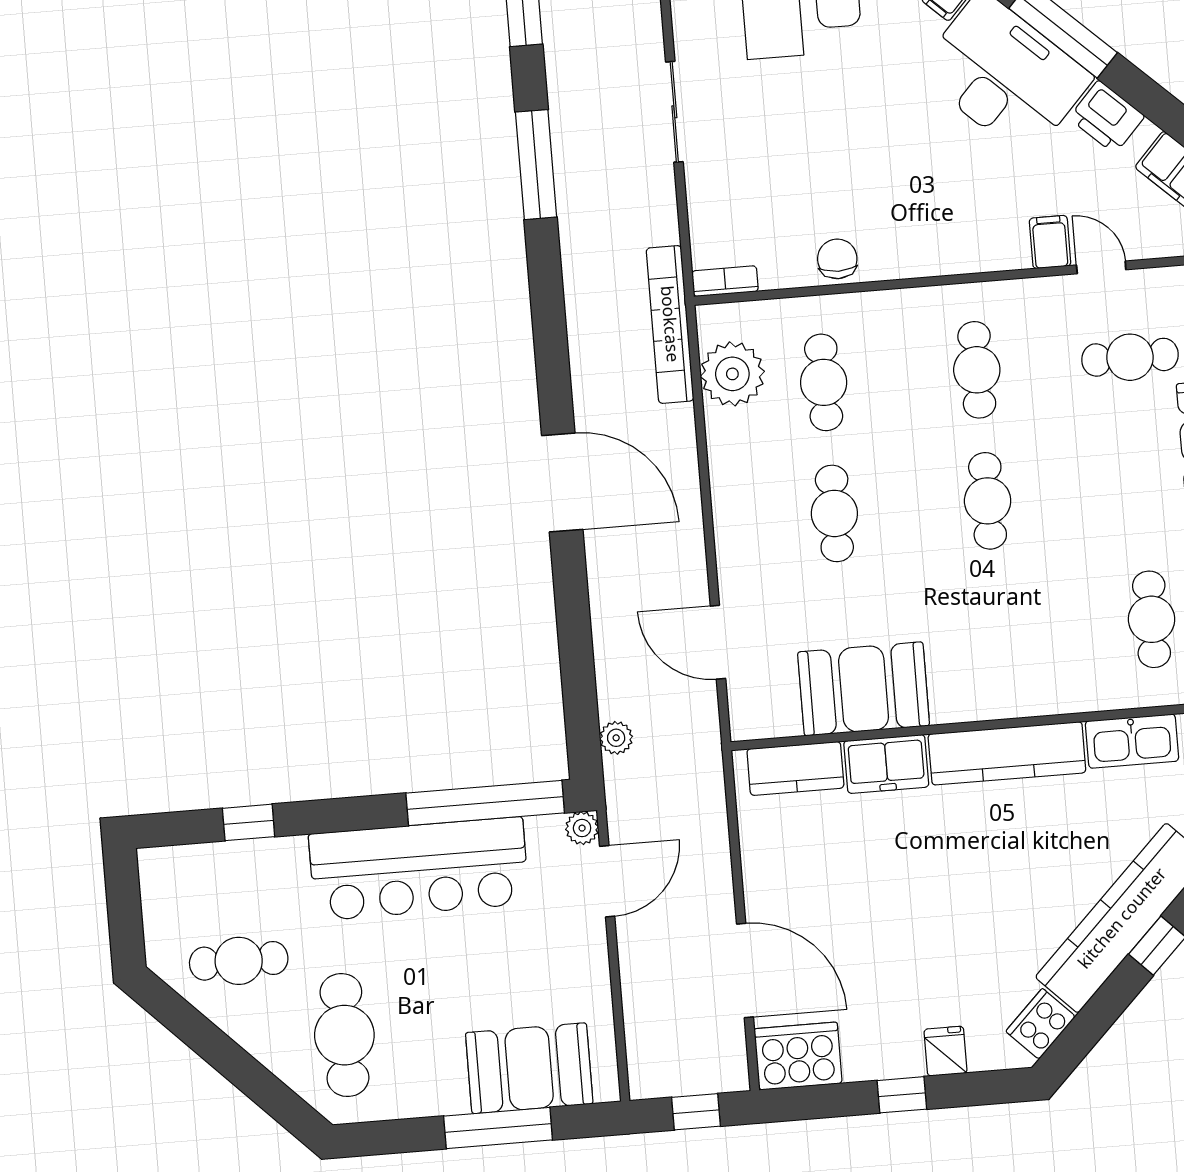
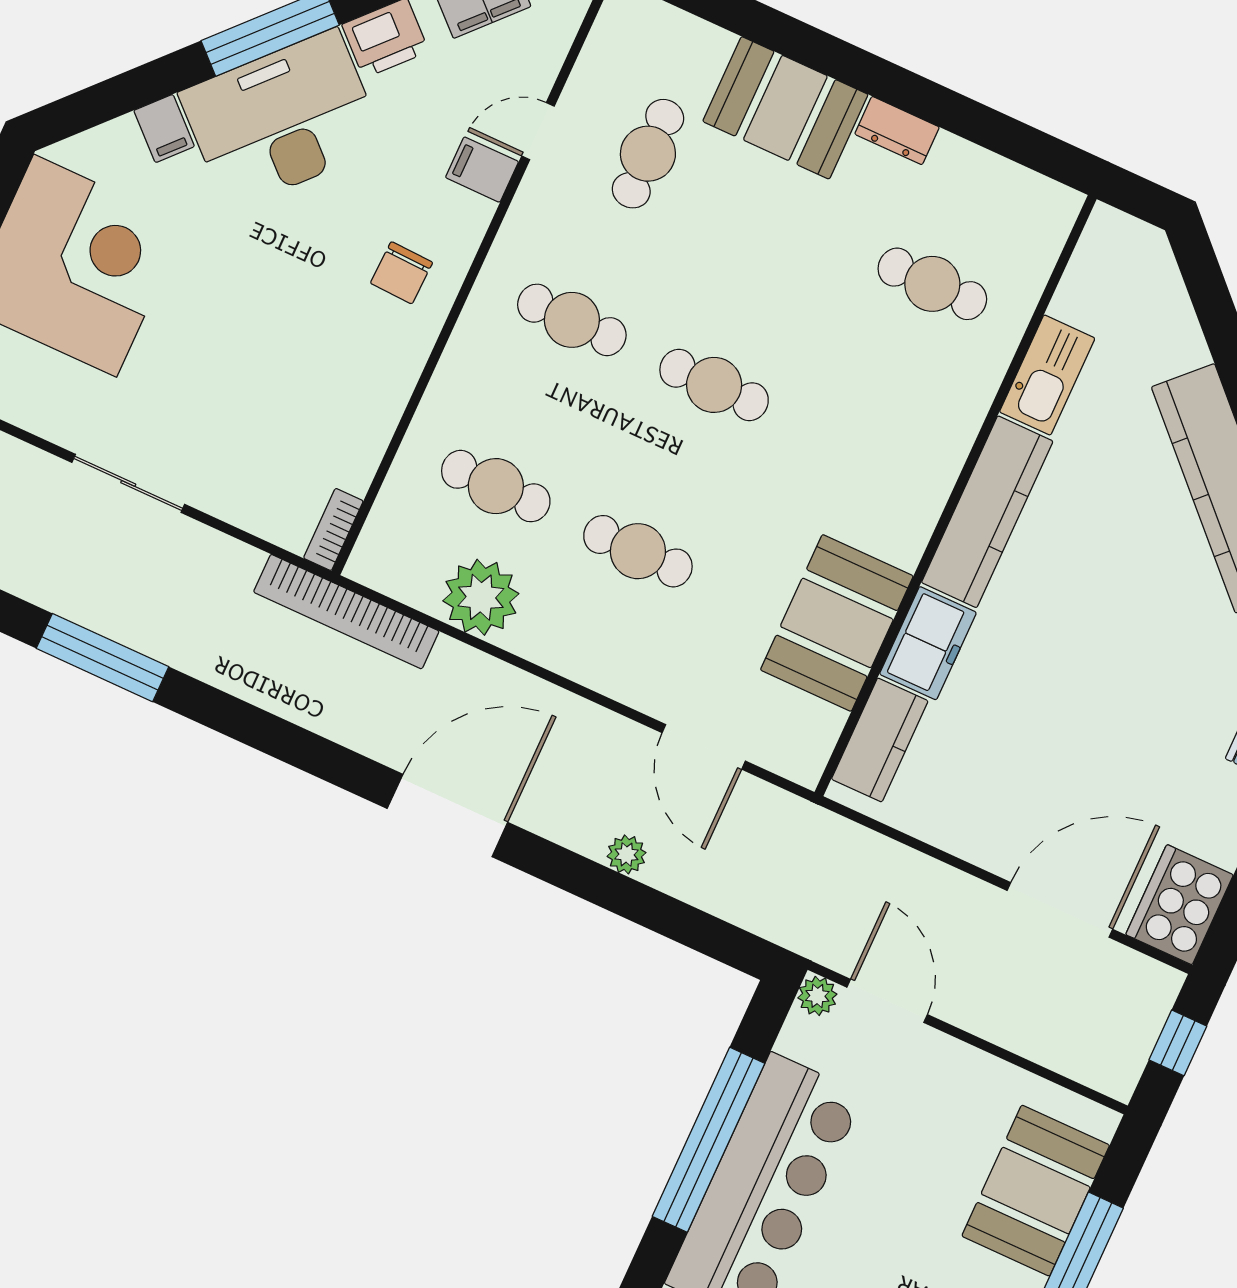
chair: (837, 259) -> (402, 273), moved, turned -88
plant: (732, 374) -> (481, 597), moved
door: (718, 642) -> (704, 747), hinge flipped
plant: (616, 738) -> (627, 854), moved
window: (485, 803) -> (708, 1140), moved

